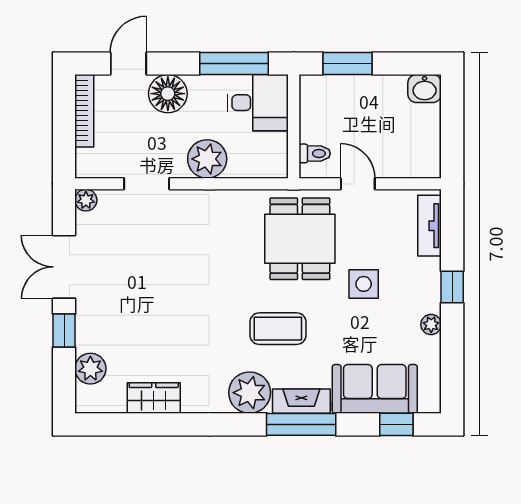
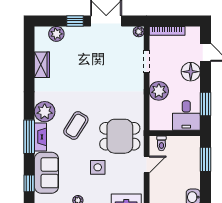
window: (234, 64) -> (205, 104), width x0.69
bookcase: (84, 111) -> (167, 31), moved
coffee table: (278, 329) -> (76, 125), turned 32

